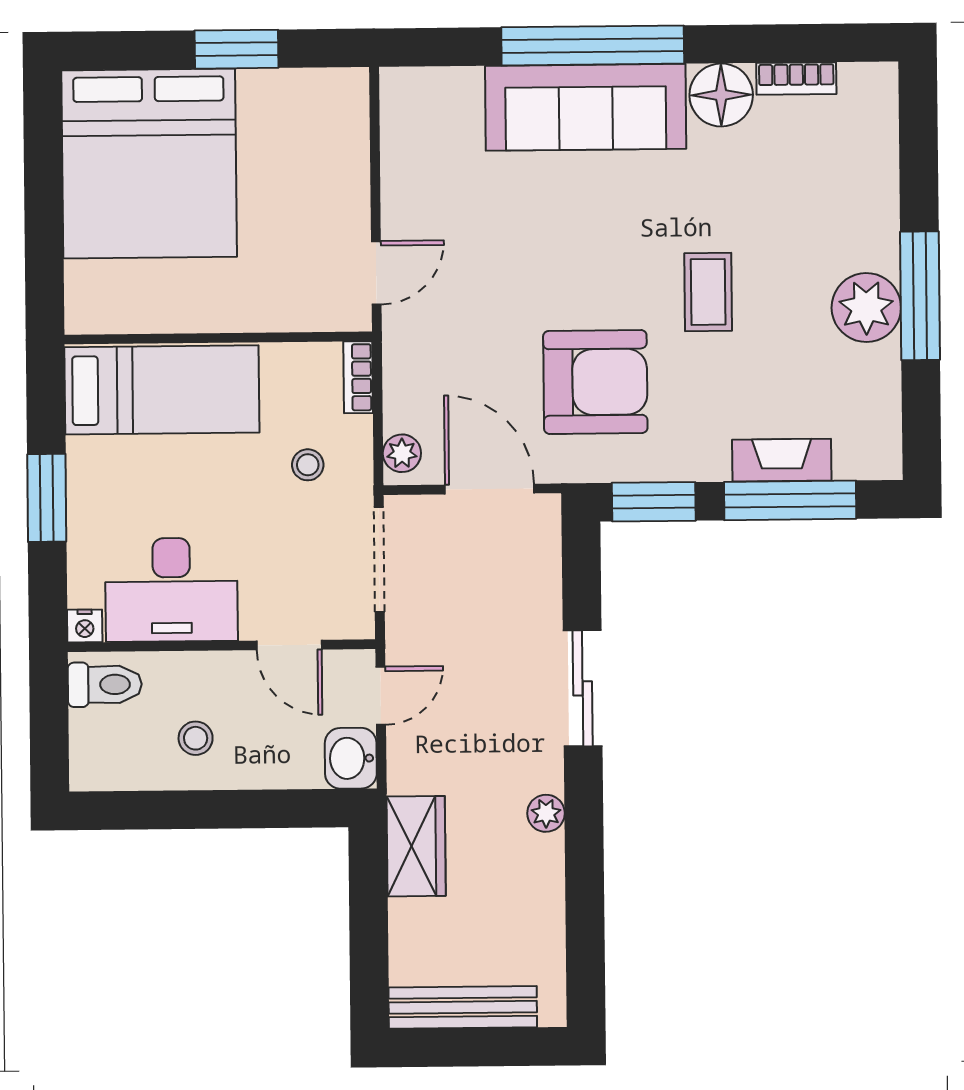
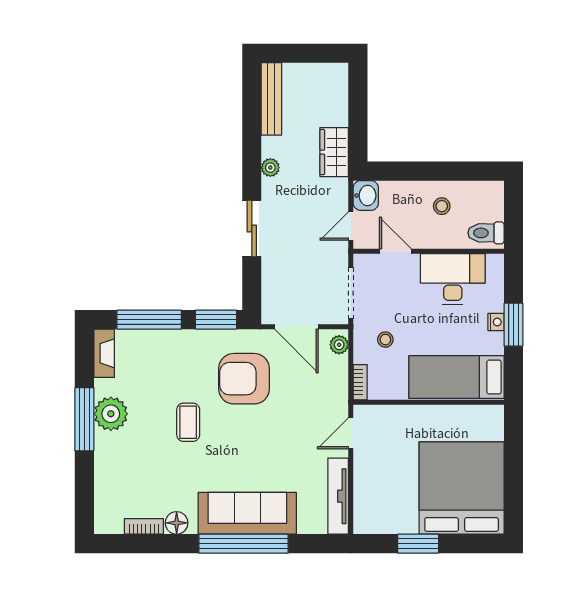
floor lamp: (721, 95) -> (177, 523), width x0.73, depth x0.73
tv unit: (401, 144) -> (338, 496), added
fireplace: (782, 460) -> (104, 353), moved, turned -90
nightstand: (85, 626) -> (496, 322), moved, turned 90
bench: (463, 1007) -> (271, 99), moved, turned 90

